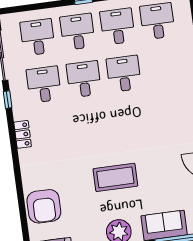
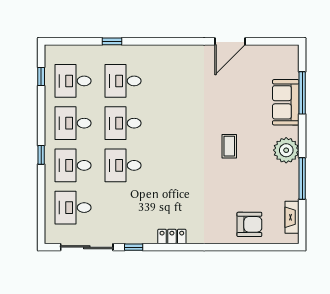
desk: (44, 84) -> (123, 81), moved
coffee table: (115, 177) -> (229, 146), width x0.54, depth x0.58
armchair: (44, 206) -> (249, 224), width x0.73, depth x0.73

